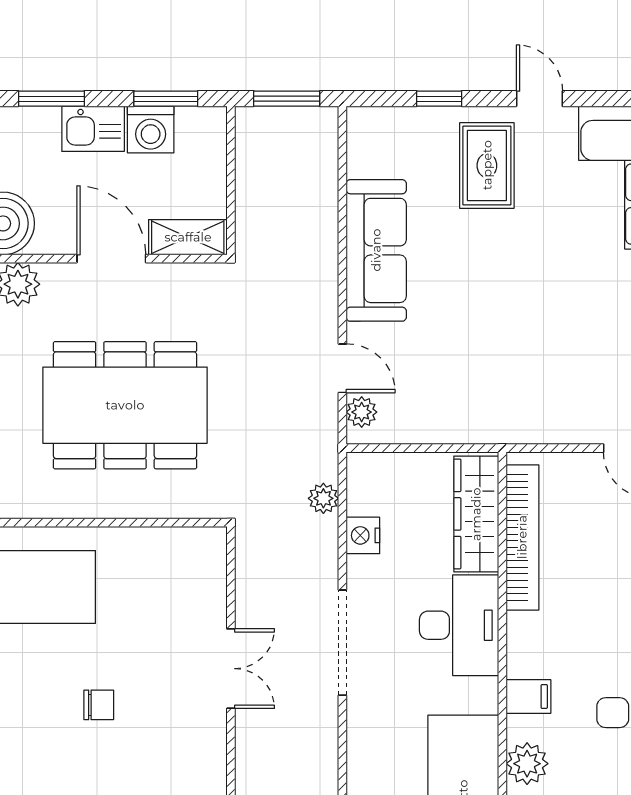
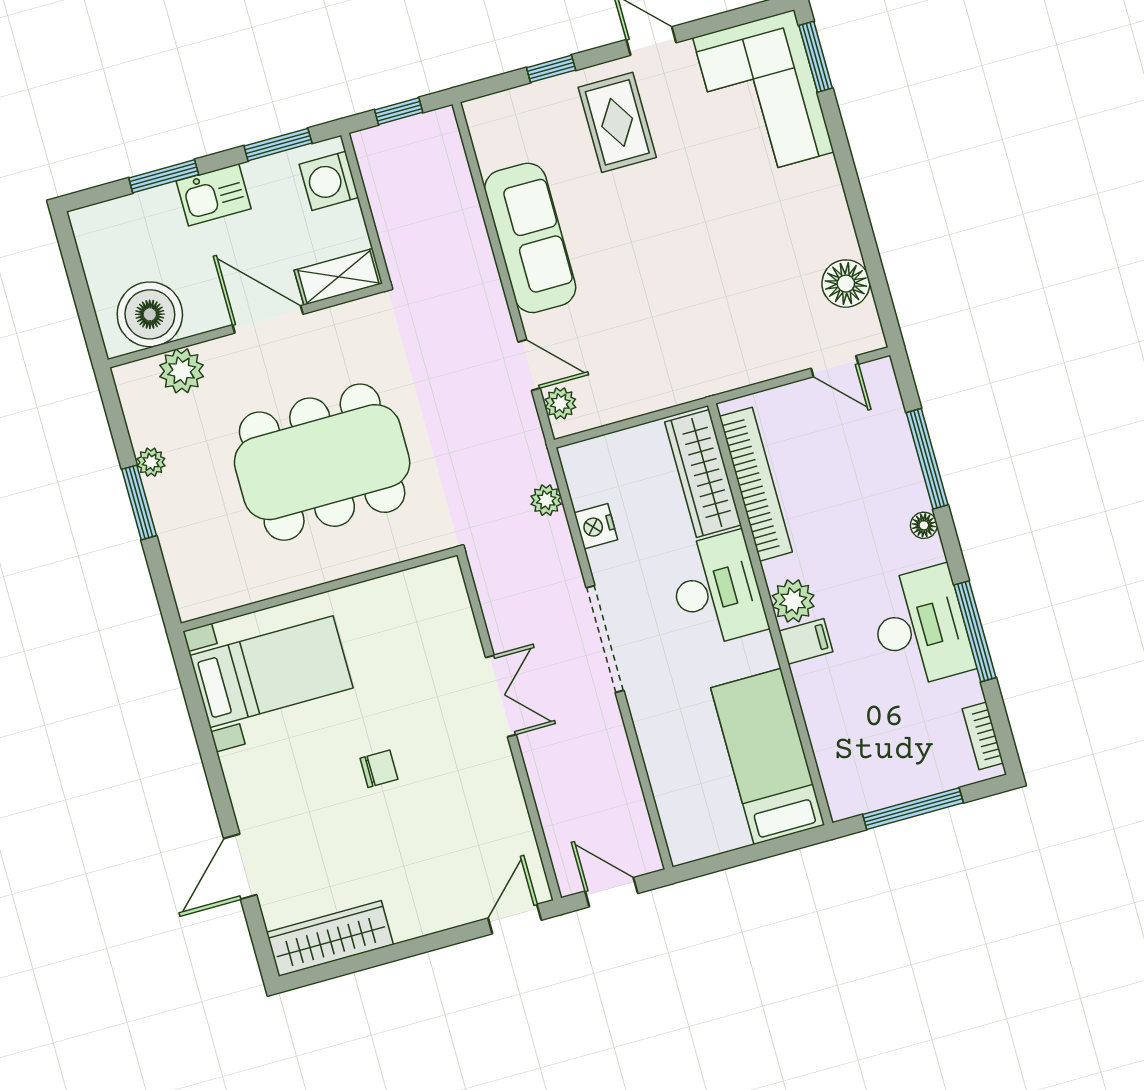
window: (287, 99) -> (399, 111), width x0.67
washing machine: (151, 129) -> (329, 181), moved, turned 90
plant: (527, 764) -> (793, 601), moved

